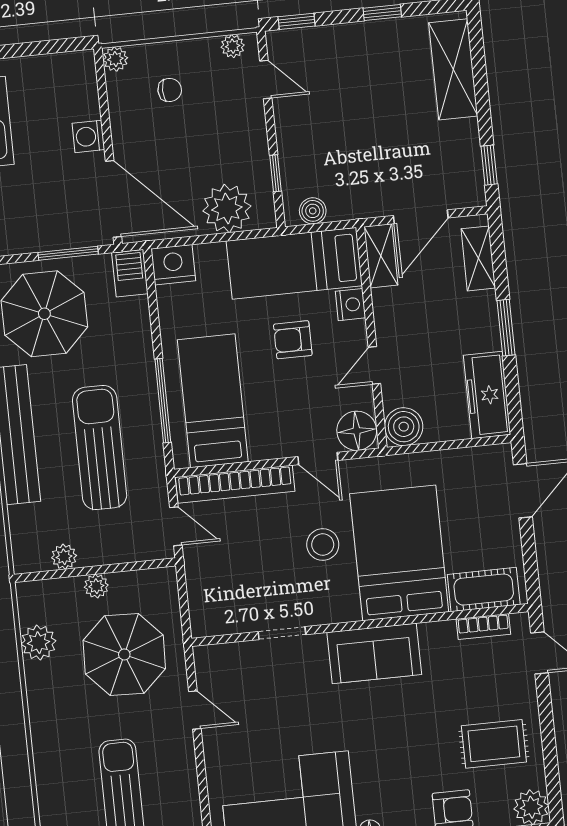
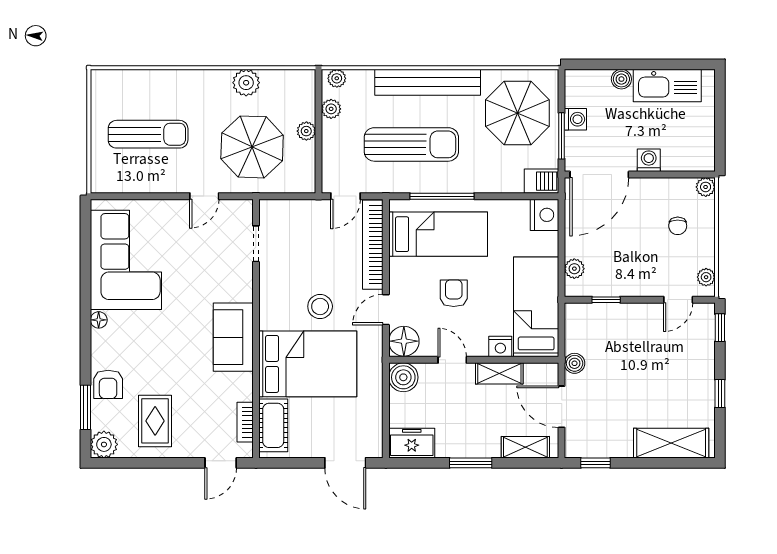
plant: (227, 208) -> (574, 269), width x0.53, depth x0.53
boiler: (313, 211) -> (575, 363), moved
washing machine: (45, 238) -> (575, 119), added
shelving: (381, 256) -> (499, 373), moved
armchair: (293, 340) -> (454, 293), moved
freezer: (487, 395) -> (412, 443), width x0.71
plant: (24, 553) -> (337, 78), added
doorway: (282, 633) -> (256, 244), moved
plant: (39, 643) -> (246, 83), moved

